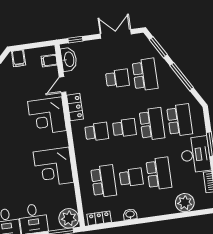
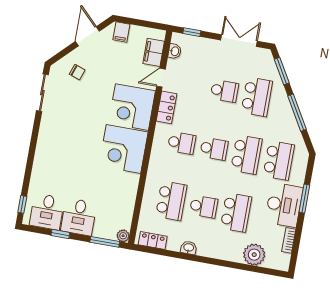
washbasin: (69, 59) -> (175, 51), width x0.52, depth x0.69
filing cabinet: (49, 61) -> (154, 52), width x2.00
corner desk: (53, 167) -> (123, 149), moved
plant: (69, 218) -> (123, 236), width x0.53, depth x0.53

